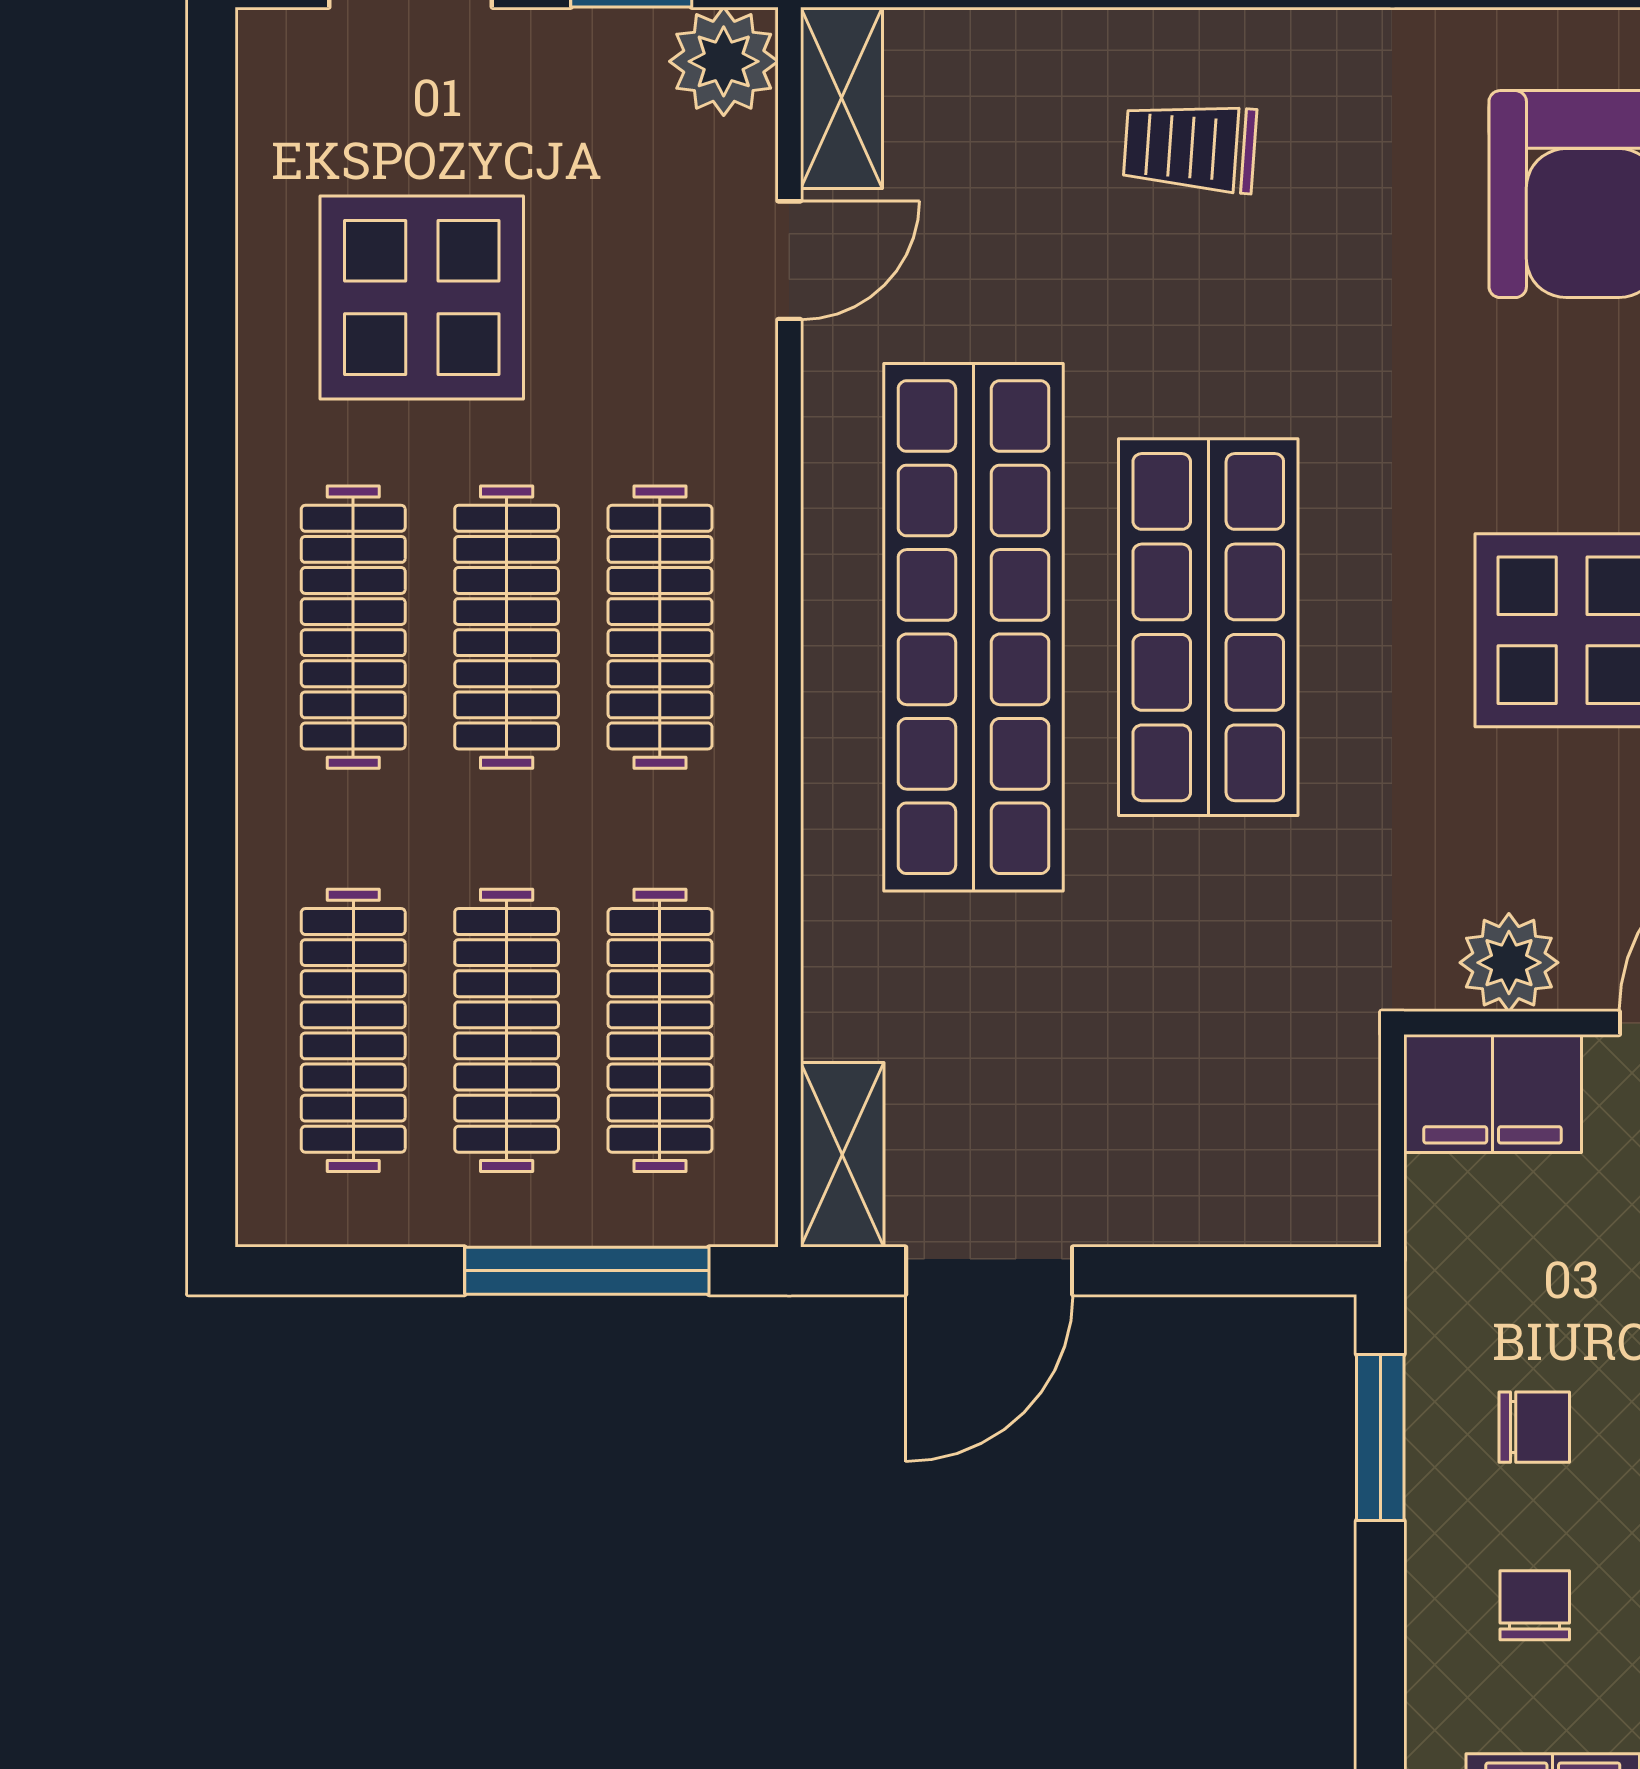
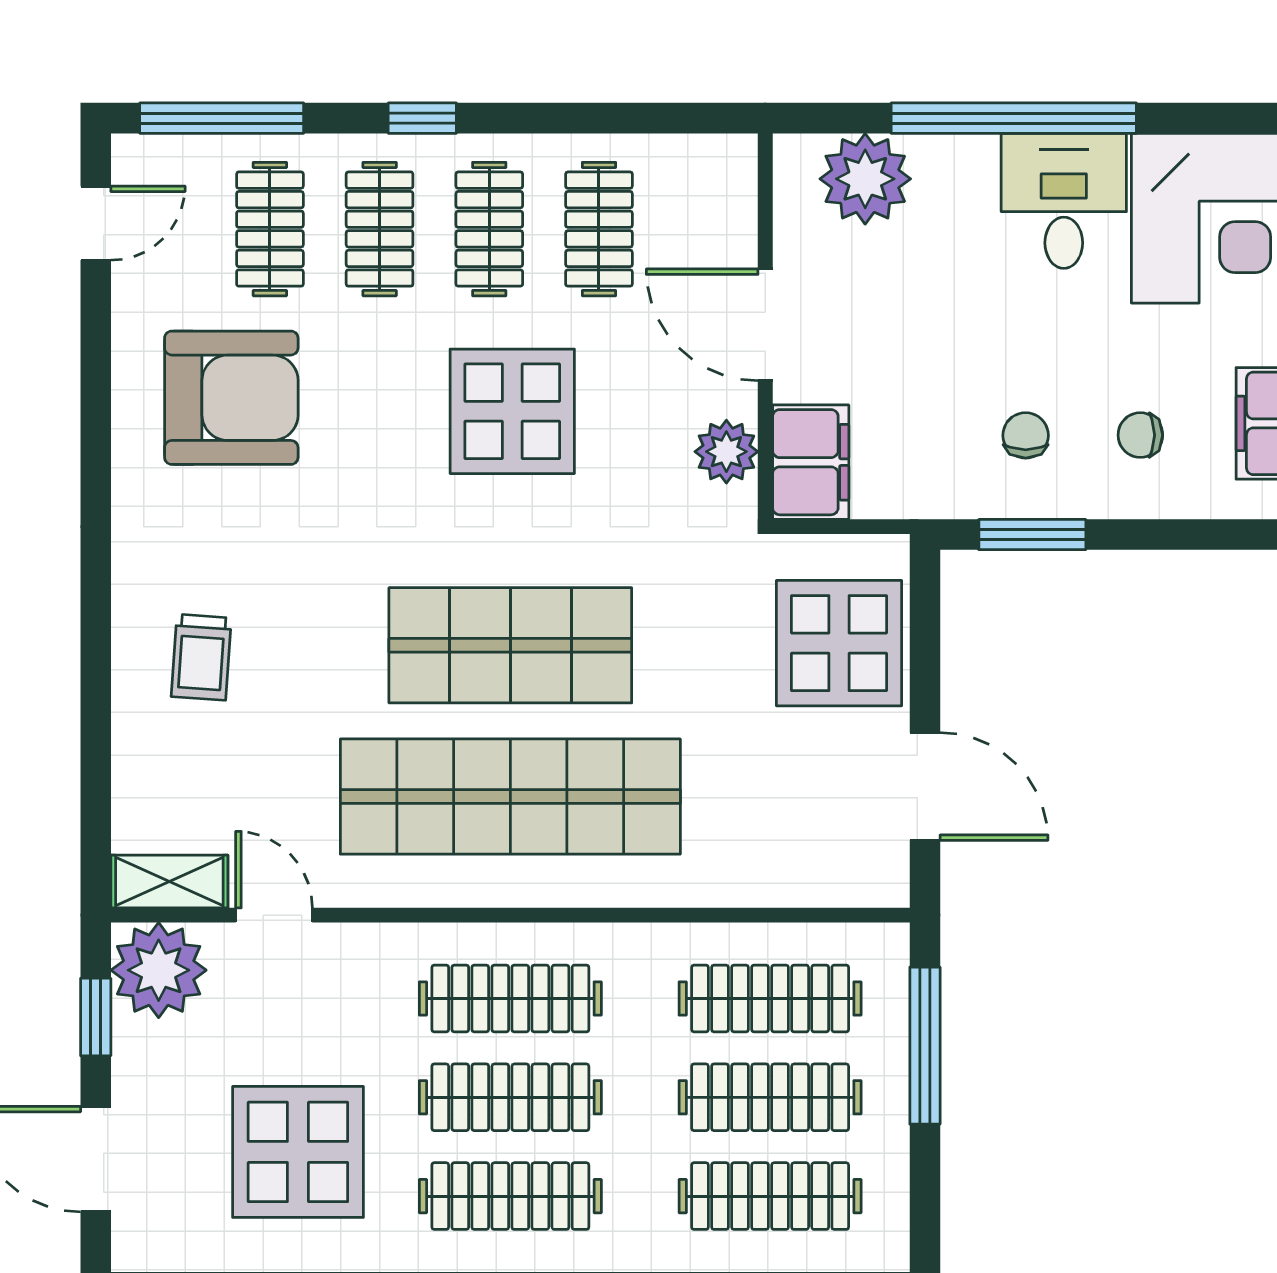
plant: (724, 61) -> (159, 970), width x1.36, depth x1.36
display table: (1212, 1137) -> (839, 643), added
shelving: (842, 1155) -> (850, 881), removed

